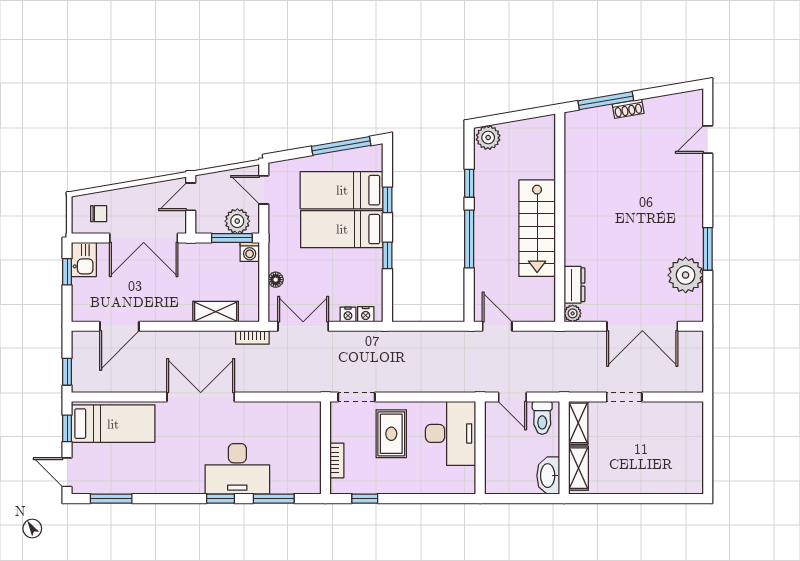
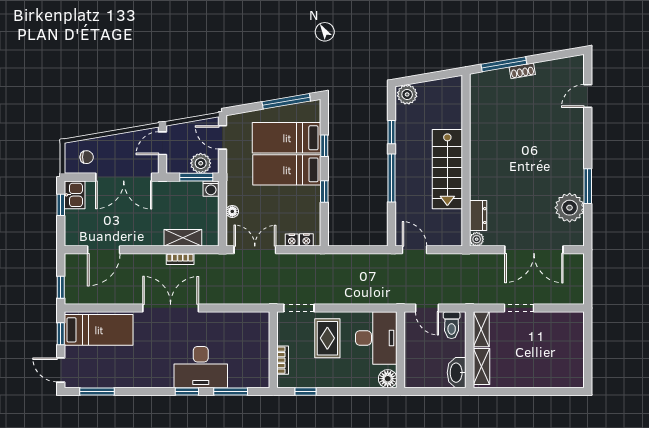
bookcase: (252, 337) -> (180, 259), moved
floor lamp: (465, 483) -> (388, 379), added

